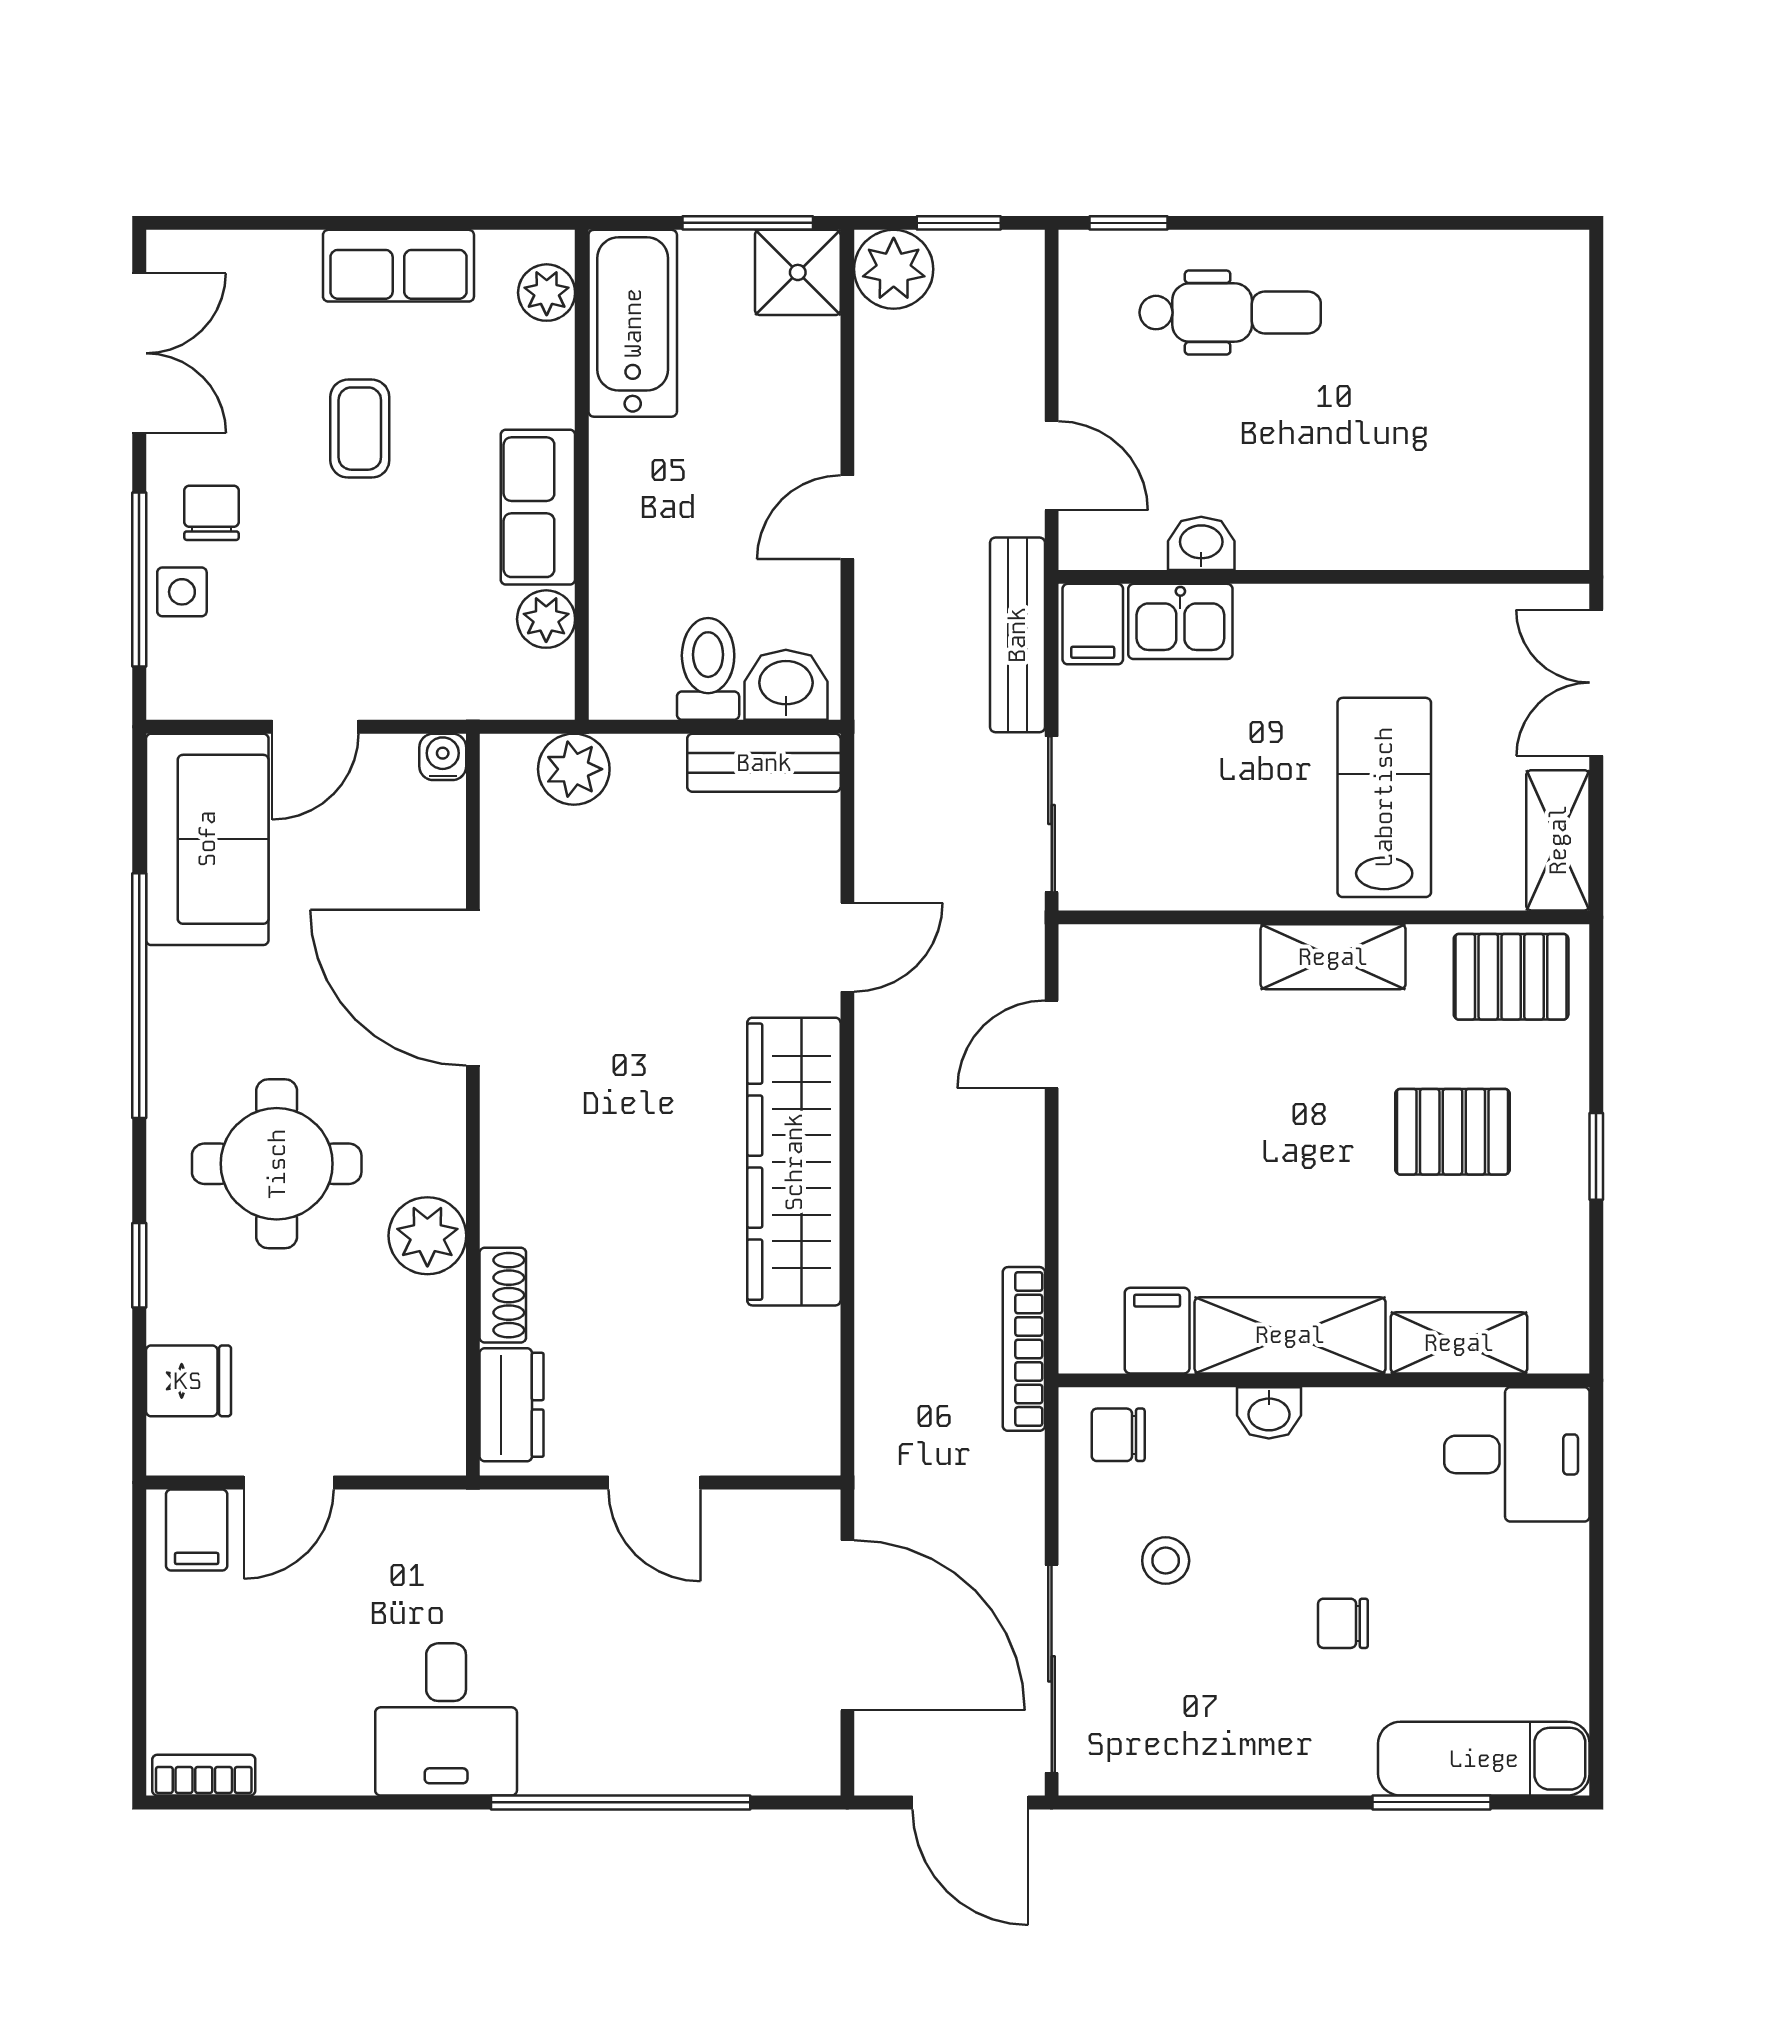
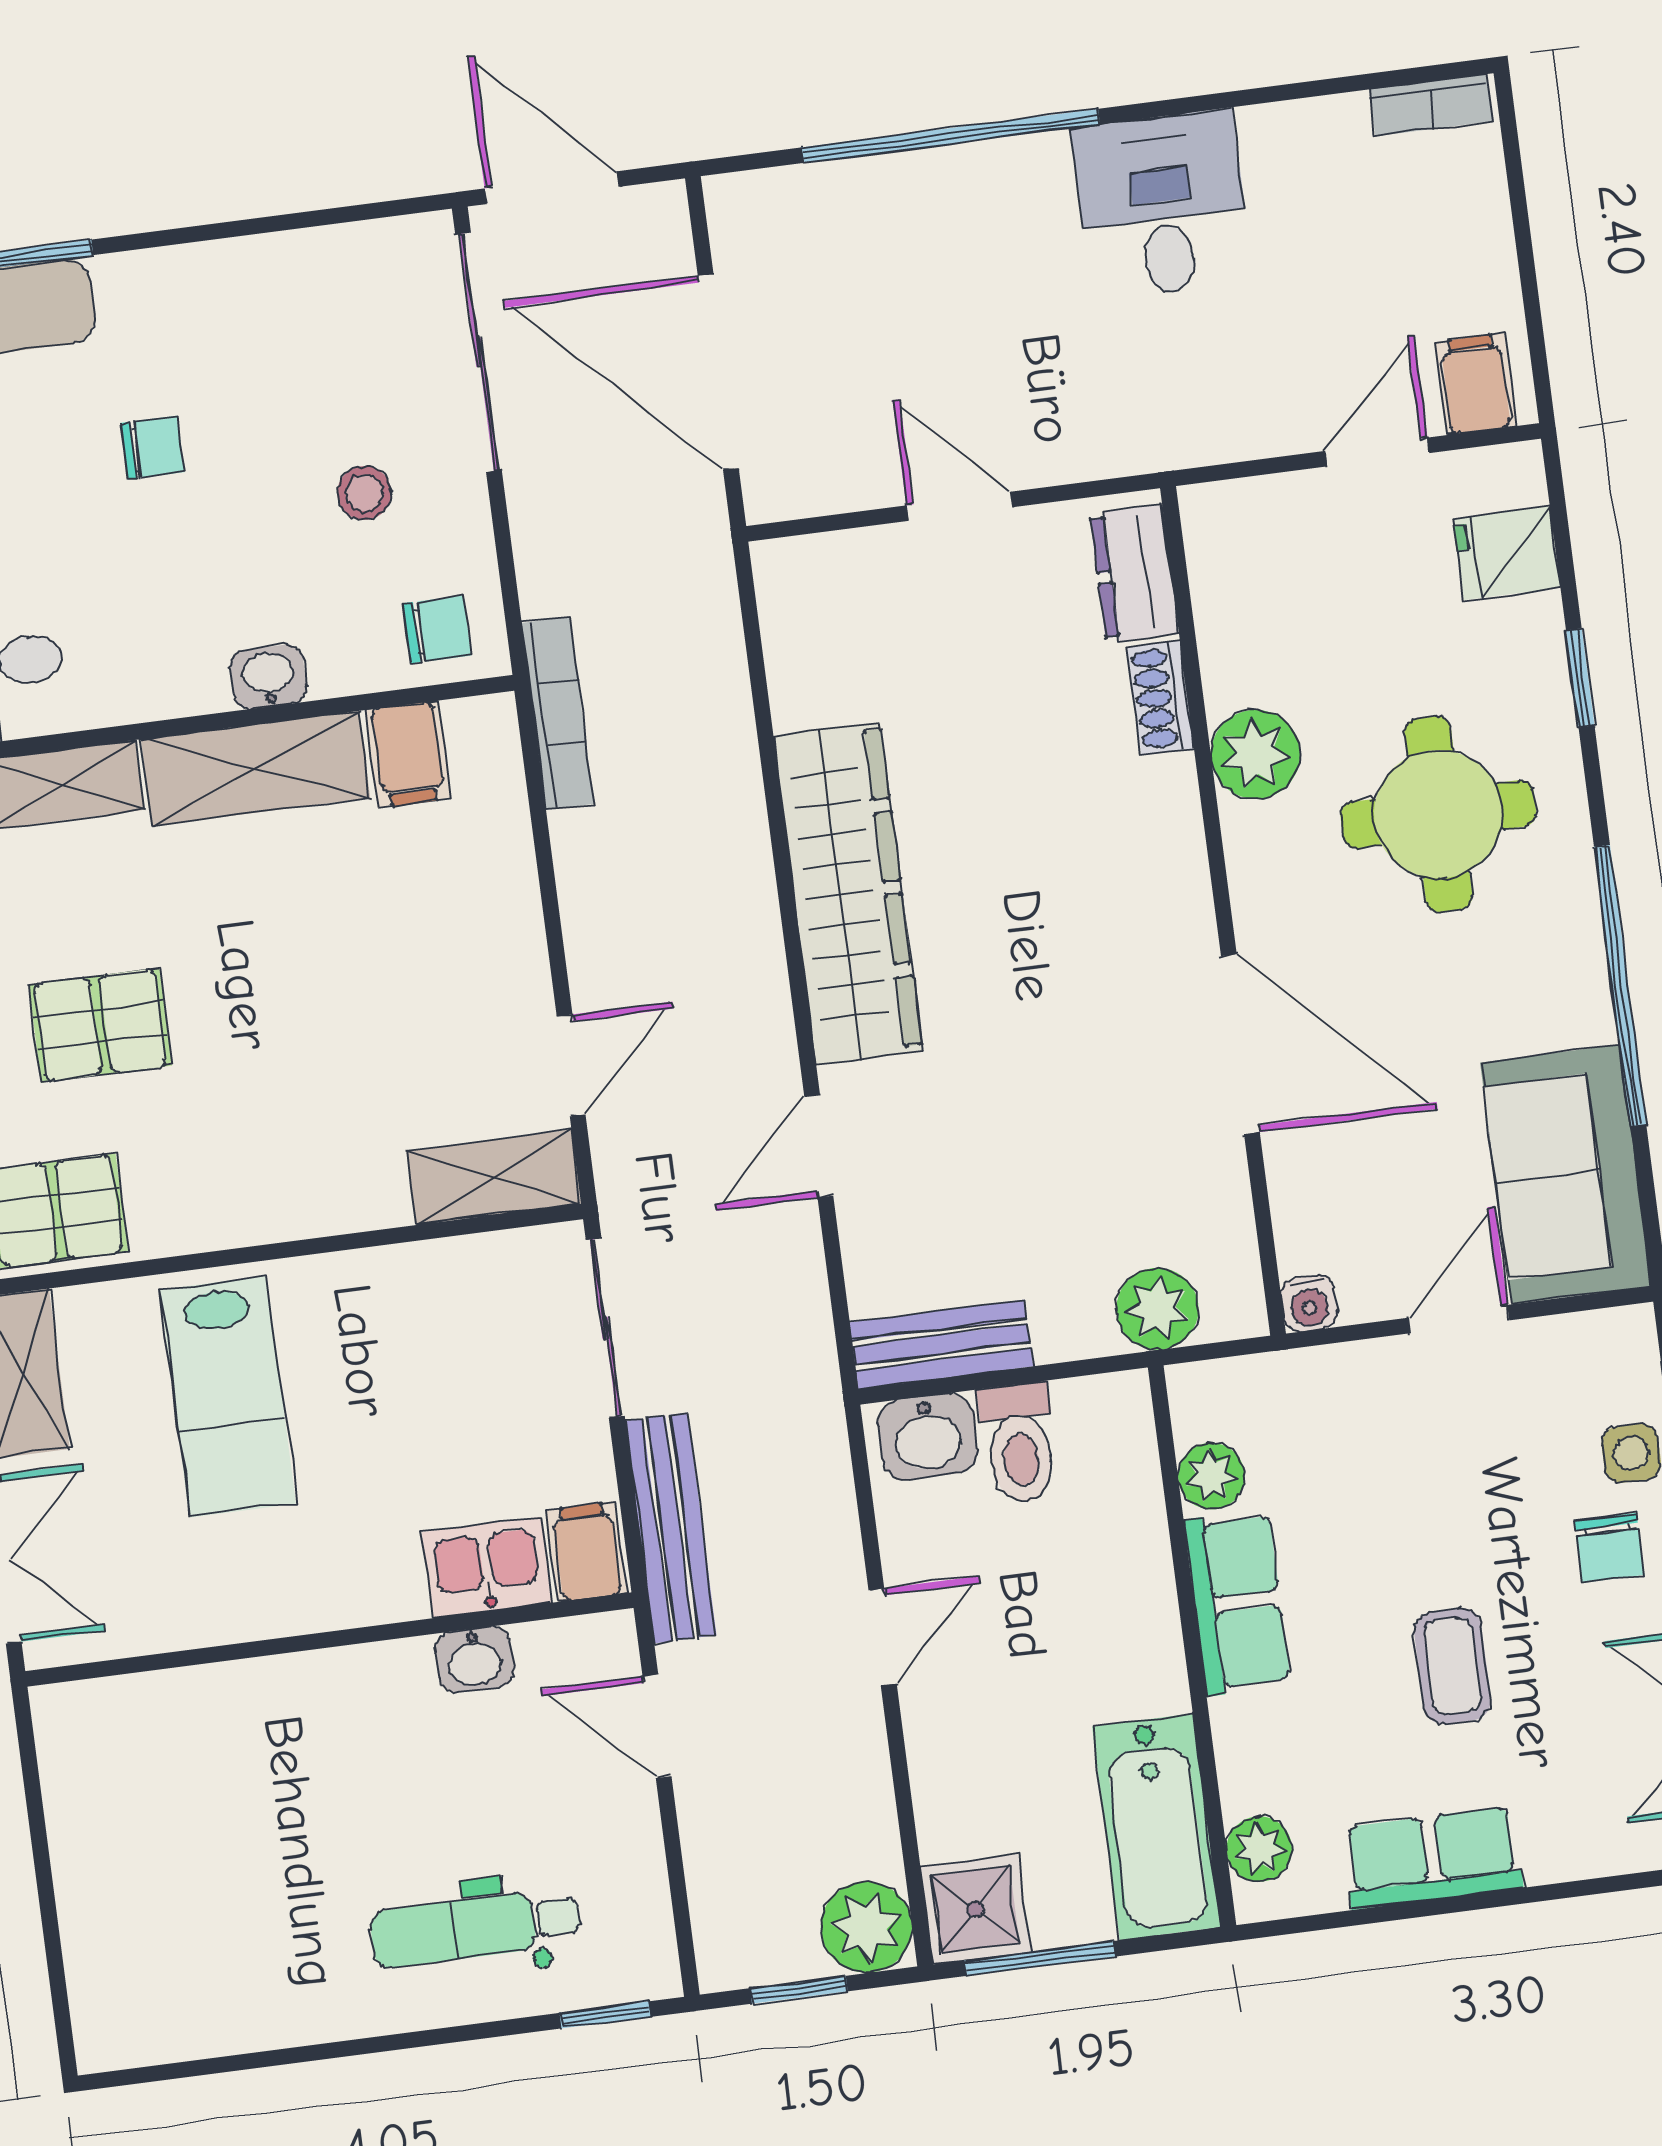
shelving: (1333, 957) -> (494, 1177), moved

